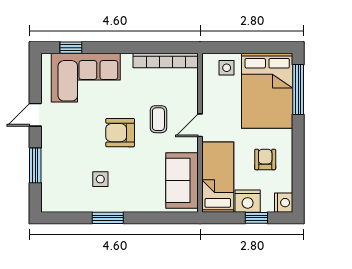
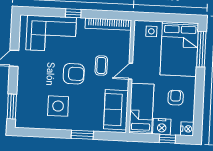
window: (71, 48) -> (73, 13), moved
armchair: (120, 133) -> (74, 74), turned 180
window: (35, 165) -> (12, 107), moved
side table: (100, 179) -> (58, 106), width x1.87, depth x1.87
window: (108, 218) -> (82, 135), moved

